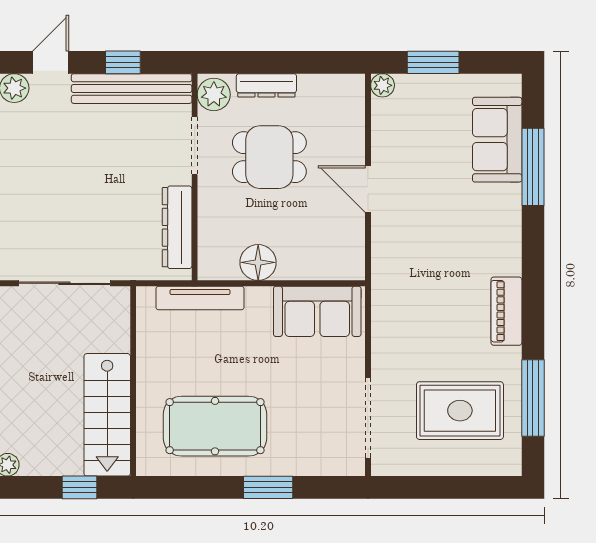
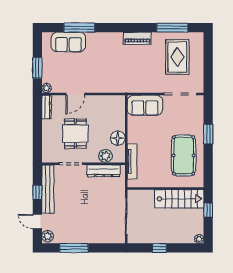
dresser: (266, 85) -> (47, 107), moved
plant: (214, 94) -> (105, 156), moved
door: (368, 189) -> (75, 94), moved
sofa: (317, 311) -> (145, 105), moved, turned 90

